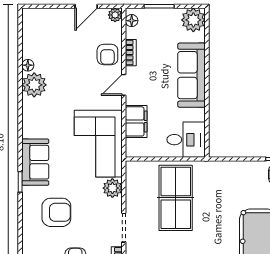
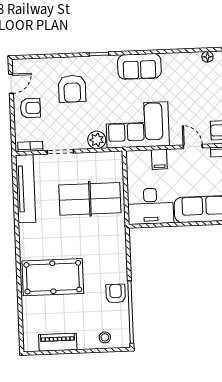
plant: (34, 85) -> (190, 63), removed
filing cabinet: (136, 121) -> (159, 159), width x0.50
desk: (186, 140) -> (150, 206), width x1.37
sofa: (35, 162) -> (139, 66), moved

